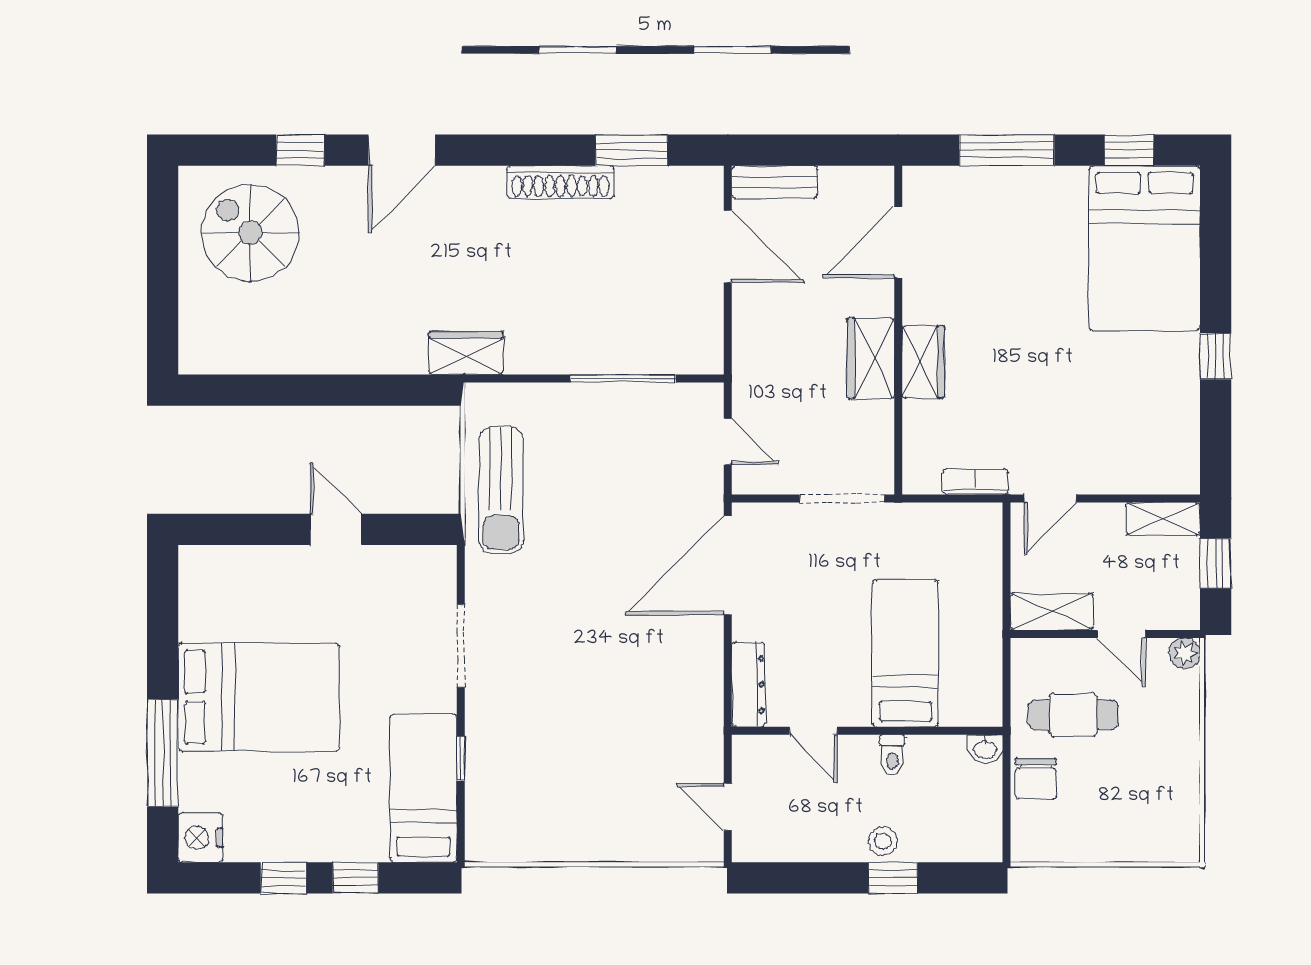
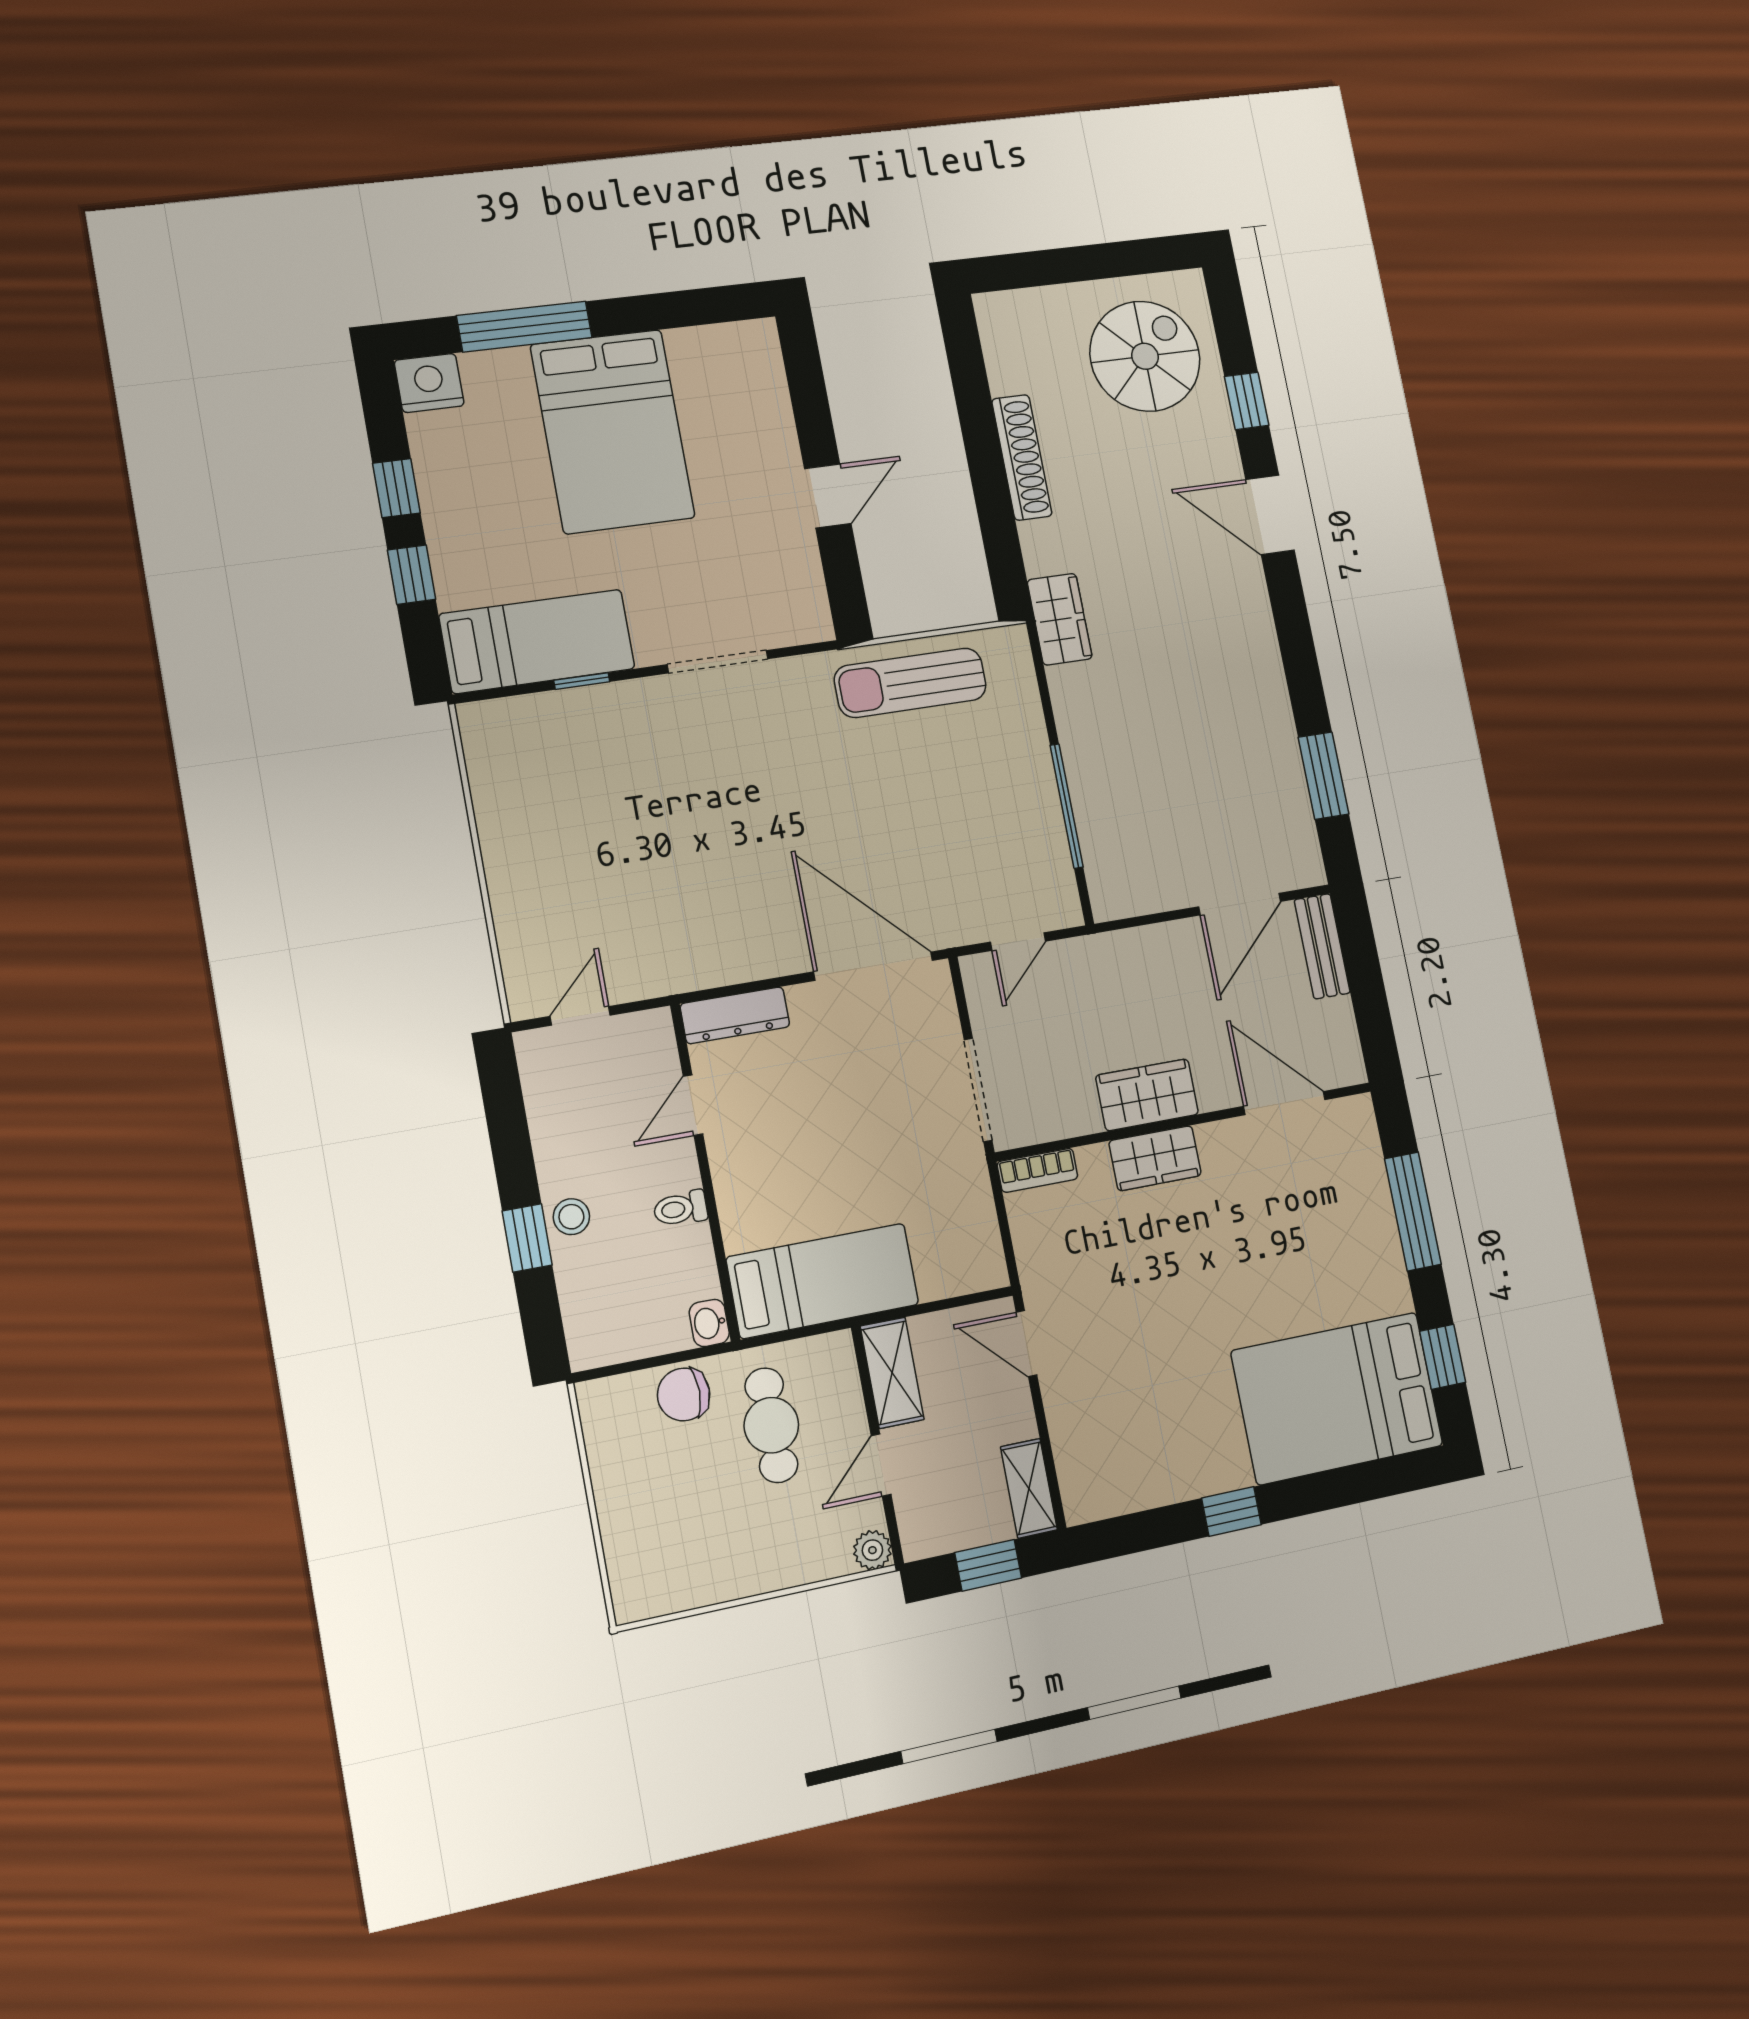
shoe rack: (560, 182) -> (1022, 457), moved, turned 180
bookcase: (975, 482) -> (1037, 1170), moved, turned 90
bed: (905, 653) -> (823, 1281), moved

